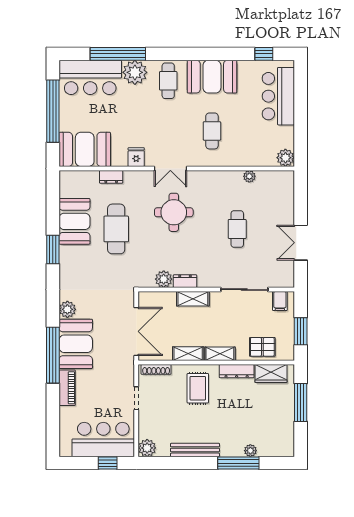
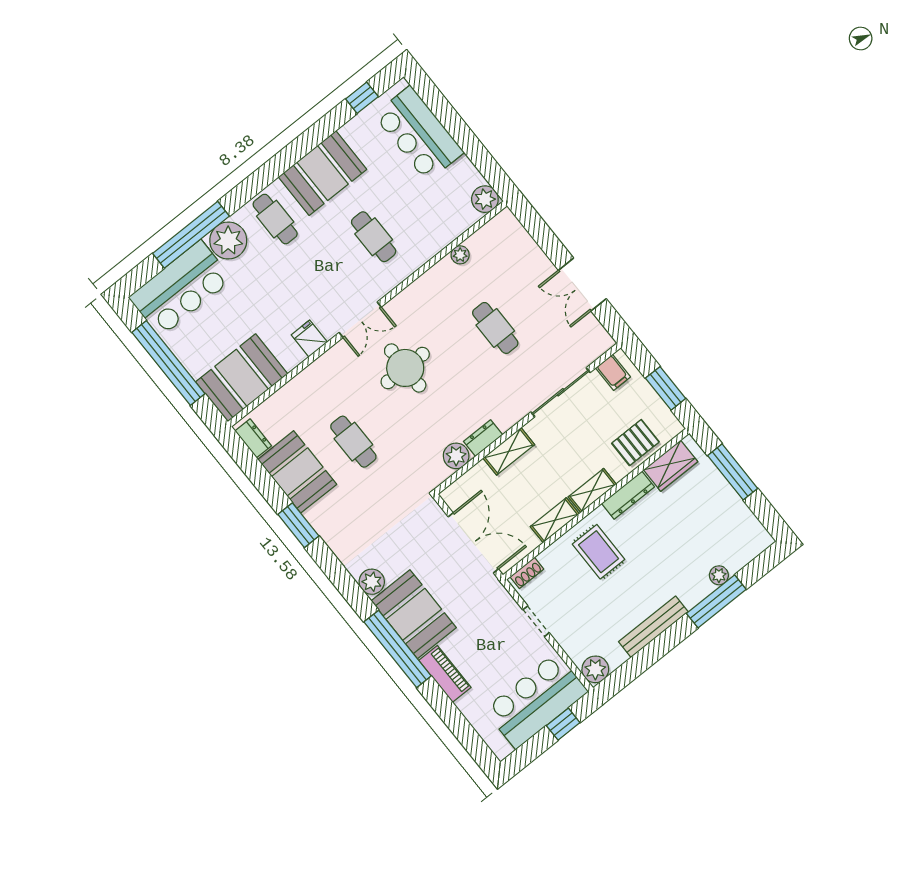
dresser: (111, 177) -> (253, 438), moved, turned -90
cafe table: (116, 229) -> (353, 442), width x0.73, depth x0.74
shoe rack: (156, 369) -> (527, 573), width x0.70

